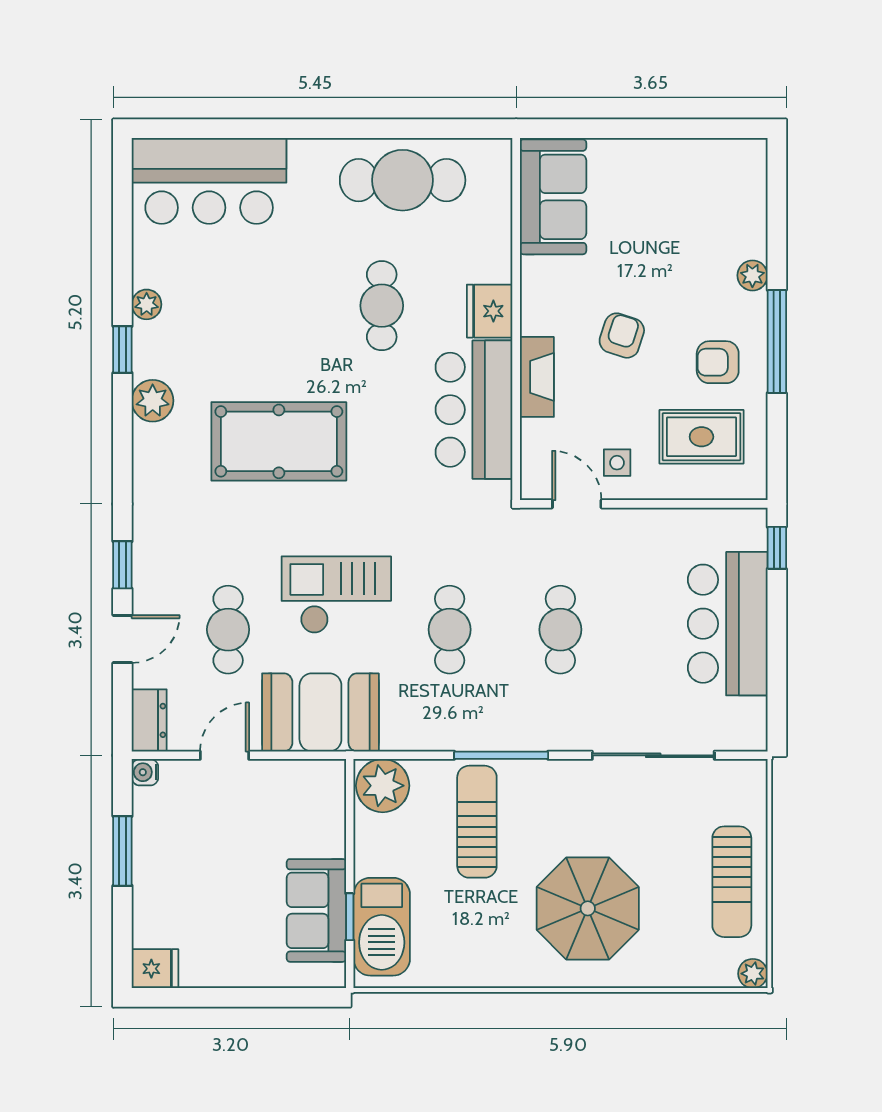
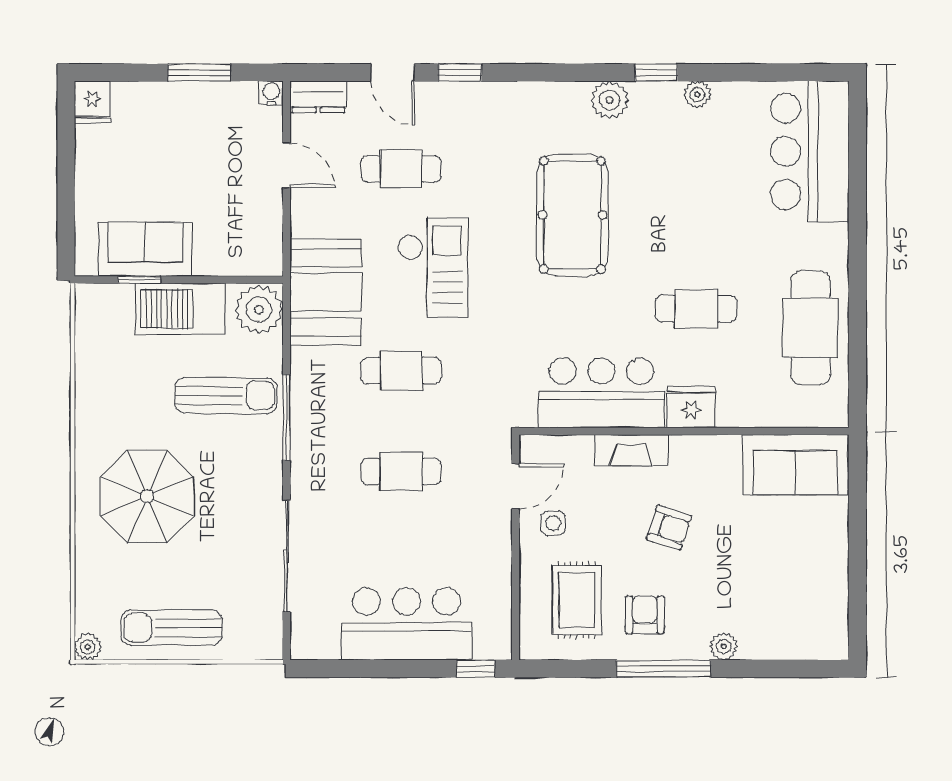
booth: (320, 712) -> (326, 292), moved
barbecue: (382, 927) -> (180, 309), moved

